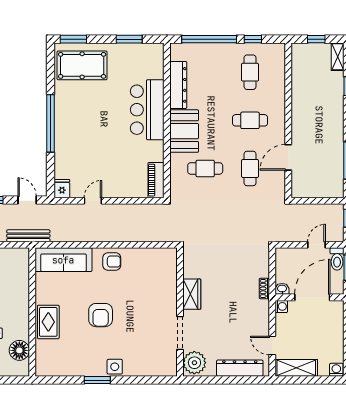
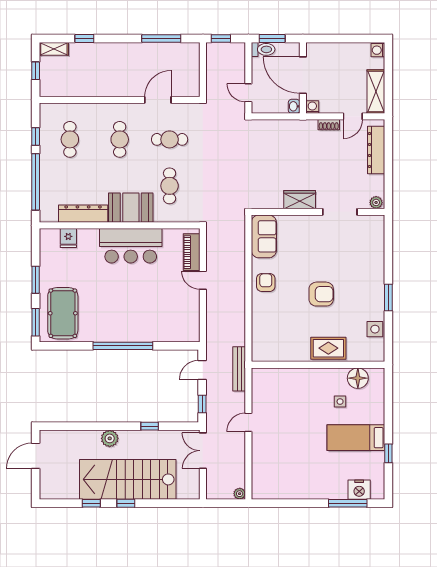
window: (129, 39) -> (36, 280), moved
cafe table: (250, 72) -> (70, 139), turned 90
bar counter: (147, 110) -> (131, 246), moved
door: (288, 157) -> (158, 100), swing flipped
piano: (156, 180) -> (192, 252), moved, turned 90
fridge: (62, 189) -> (68, 238), moved, turned -90
door: (93, 201) -> (203, 280), moved
door: (316, 245) -> (248, 93), moved
sofa: (63, 260) -> (264, 236), moved, width x0.73
shoe rack: (264, 288) -> (329, 125), moved
plant: (194, 363) -> (376, 202), width x0.53, depth x0.53
side table: (115, 367) -> (375, 329), moved

